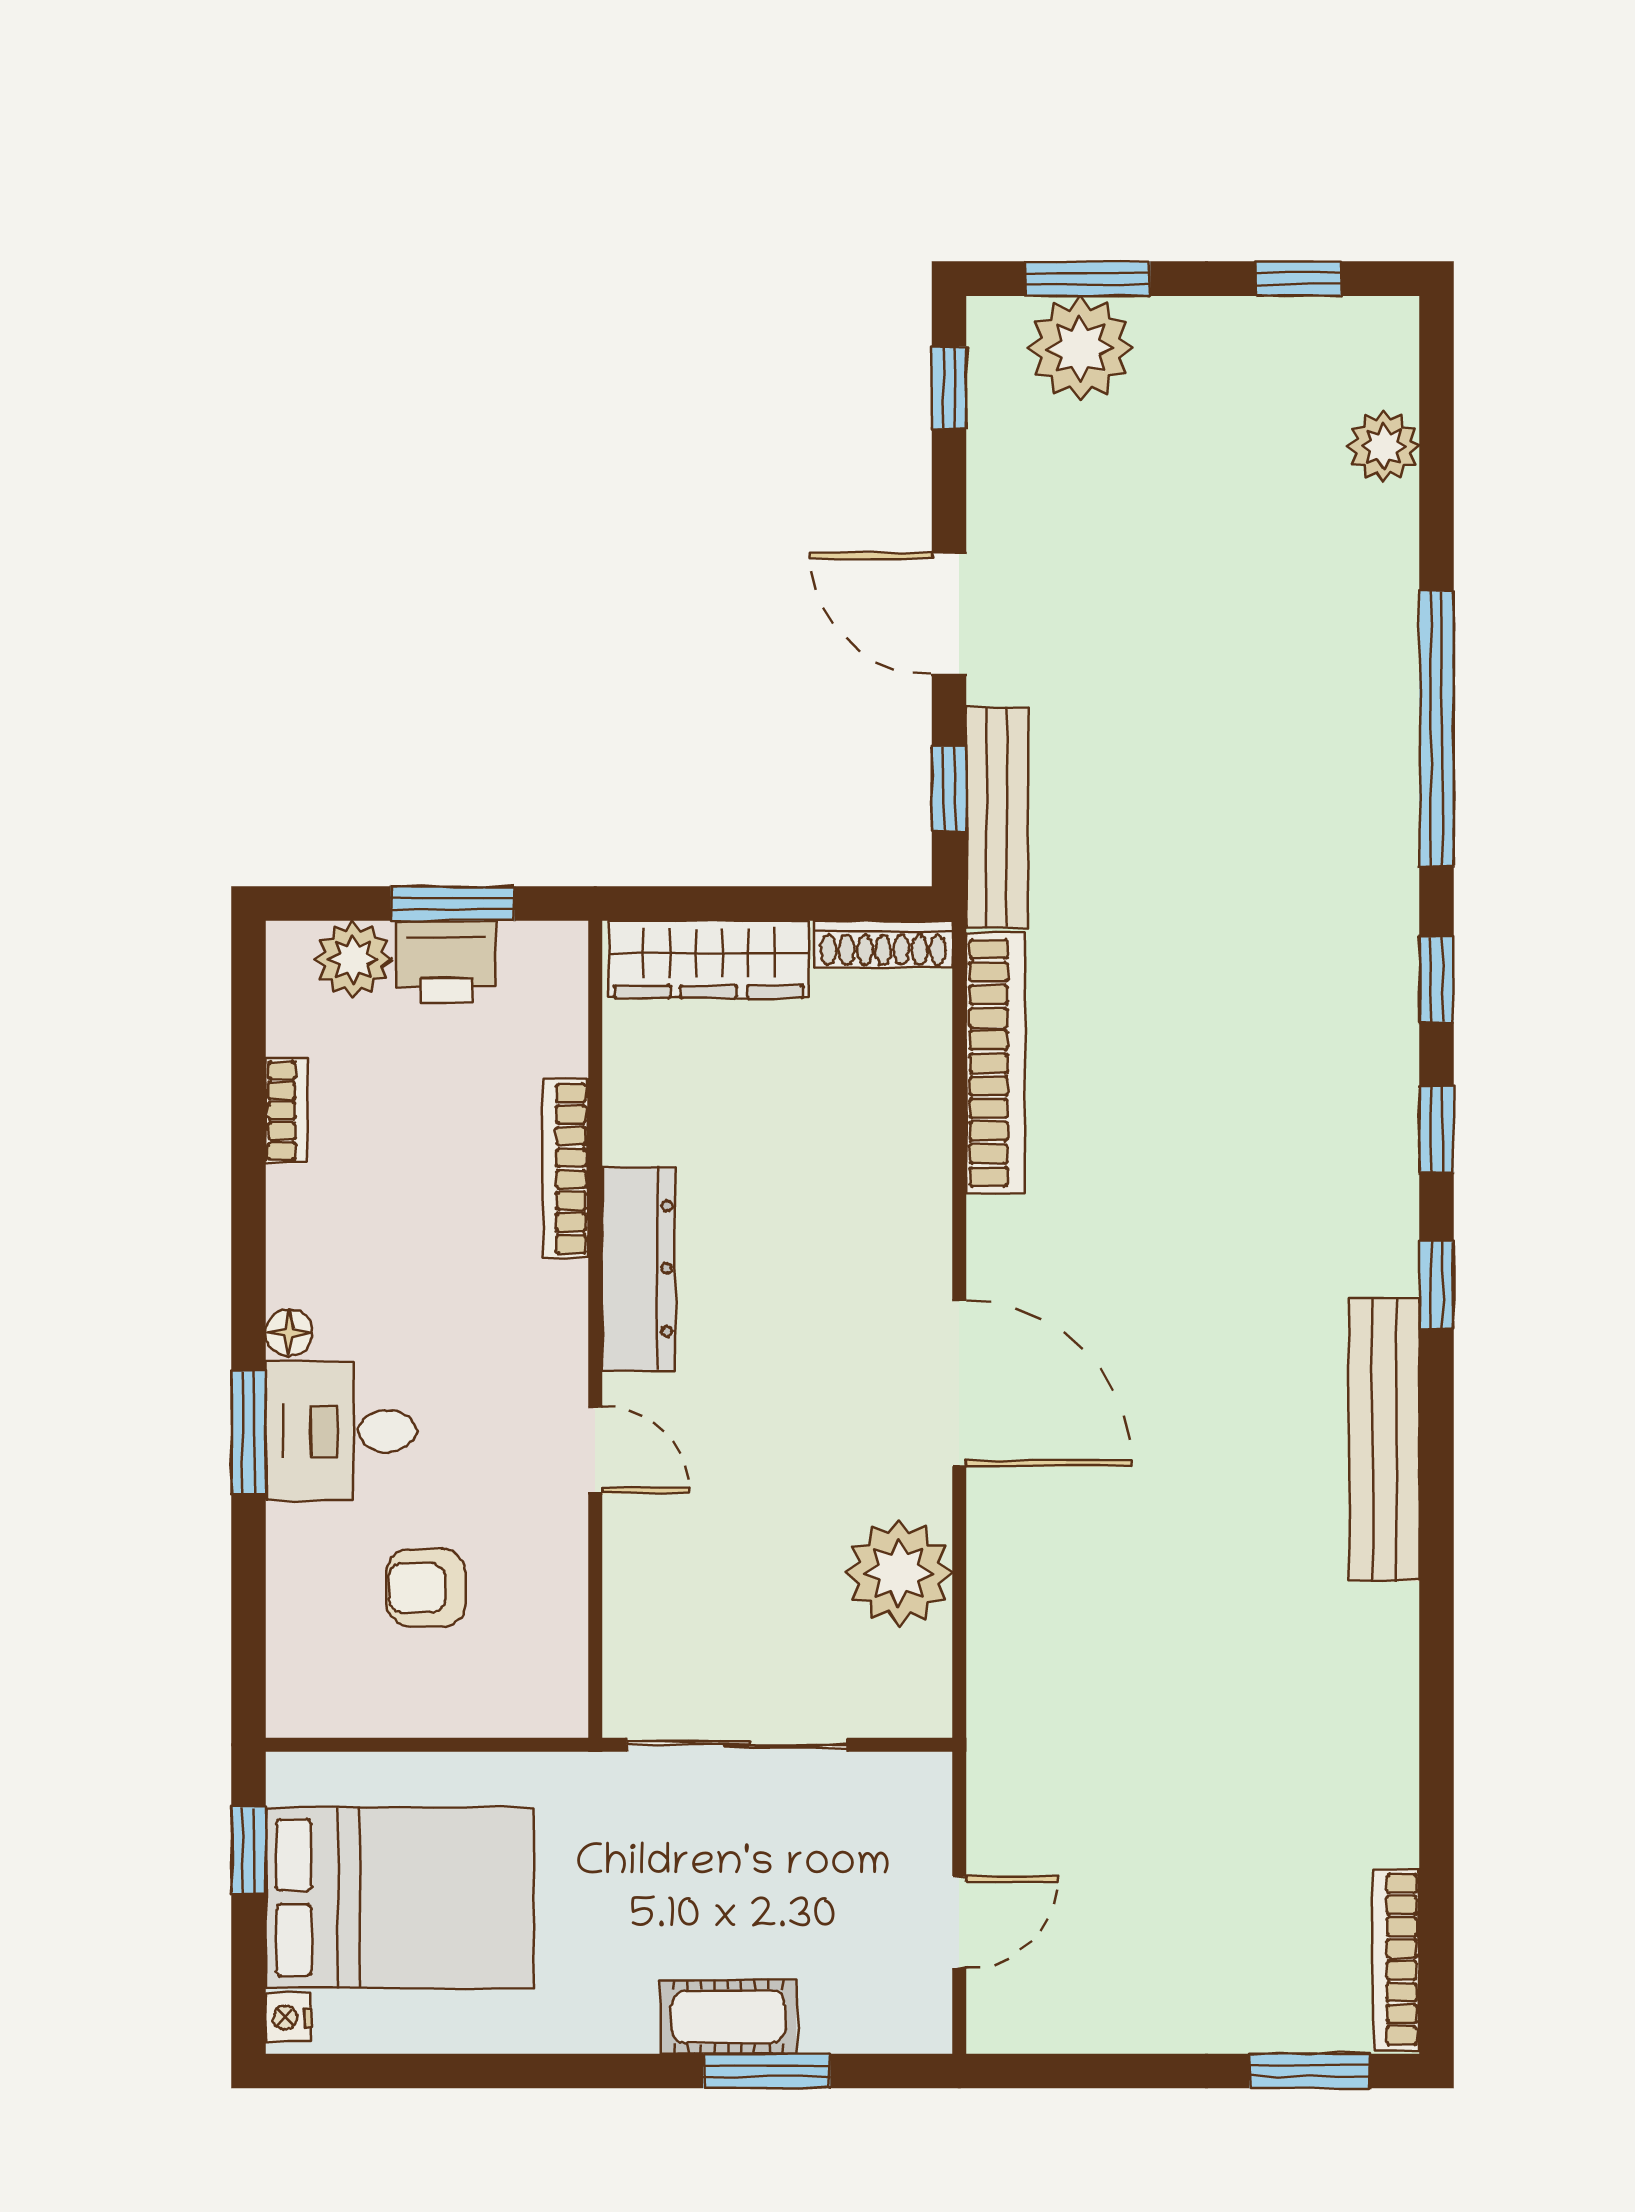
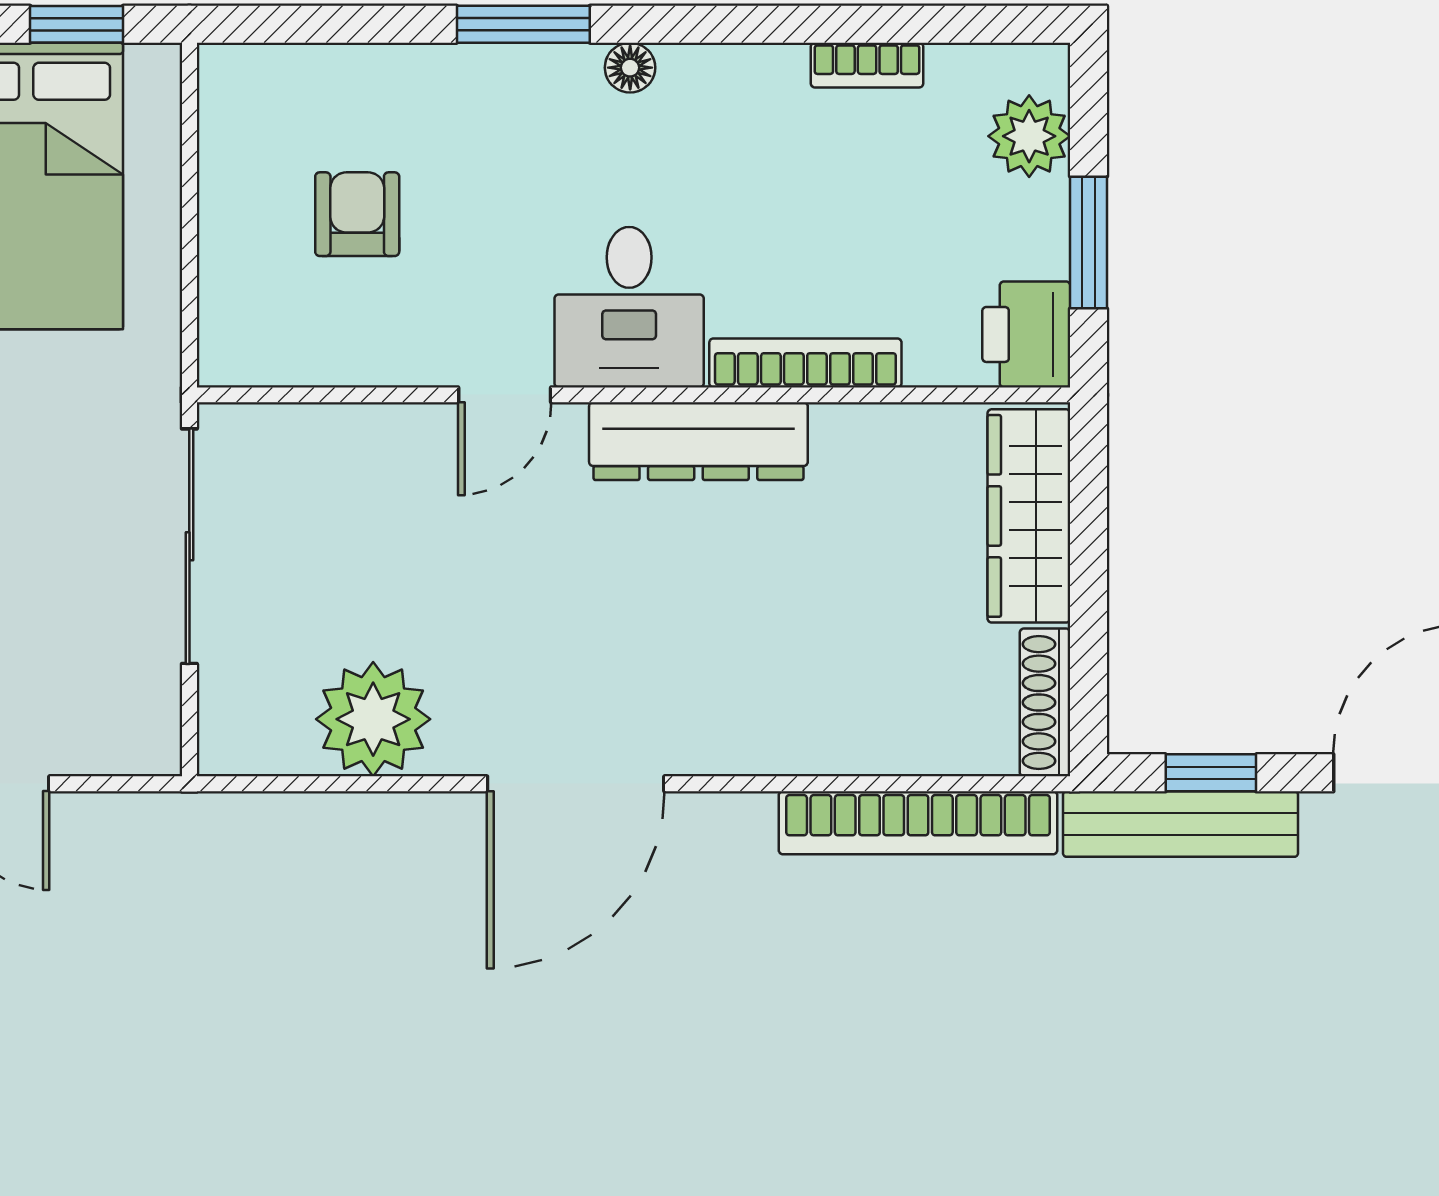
printer: (447, 962) -> (1026, 334), moved
desk: (341, 1431) -> (629, 307), moved, turned 180

